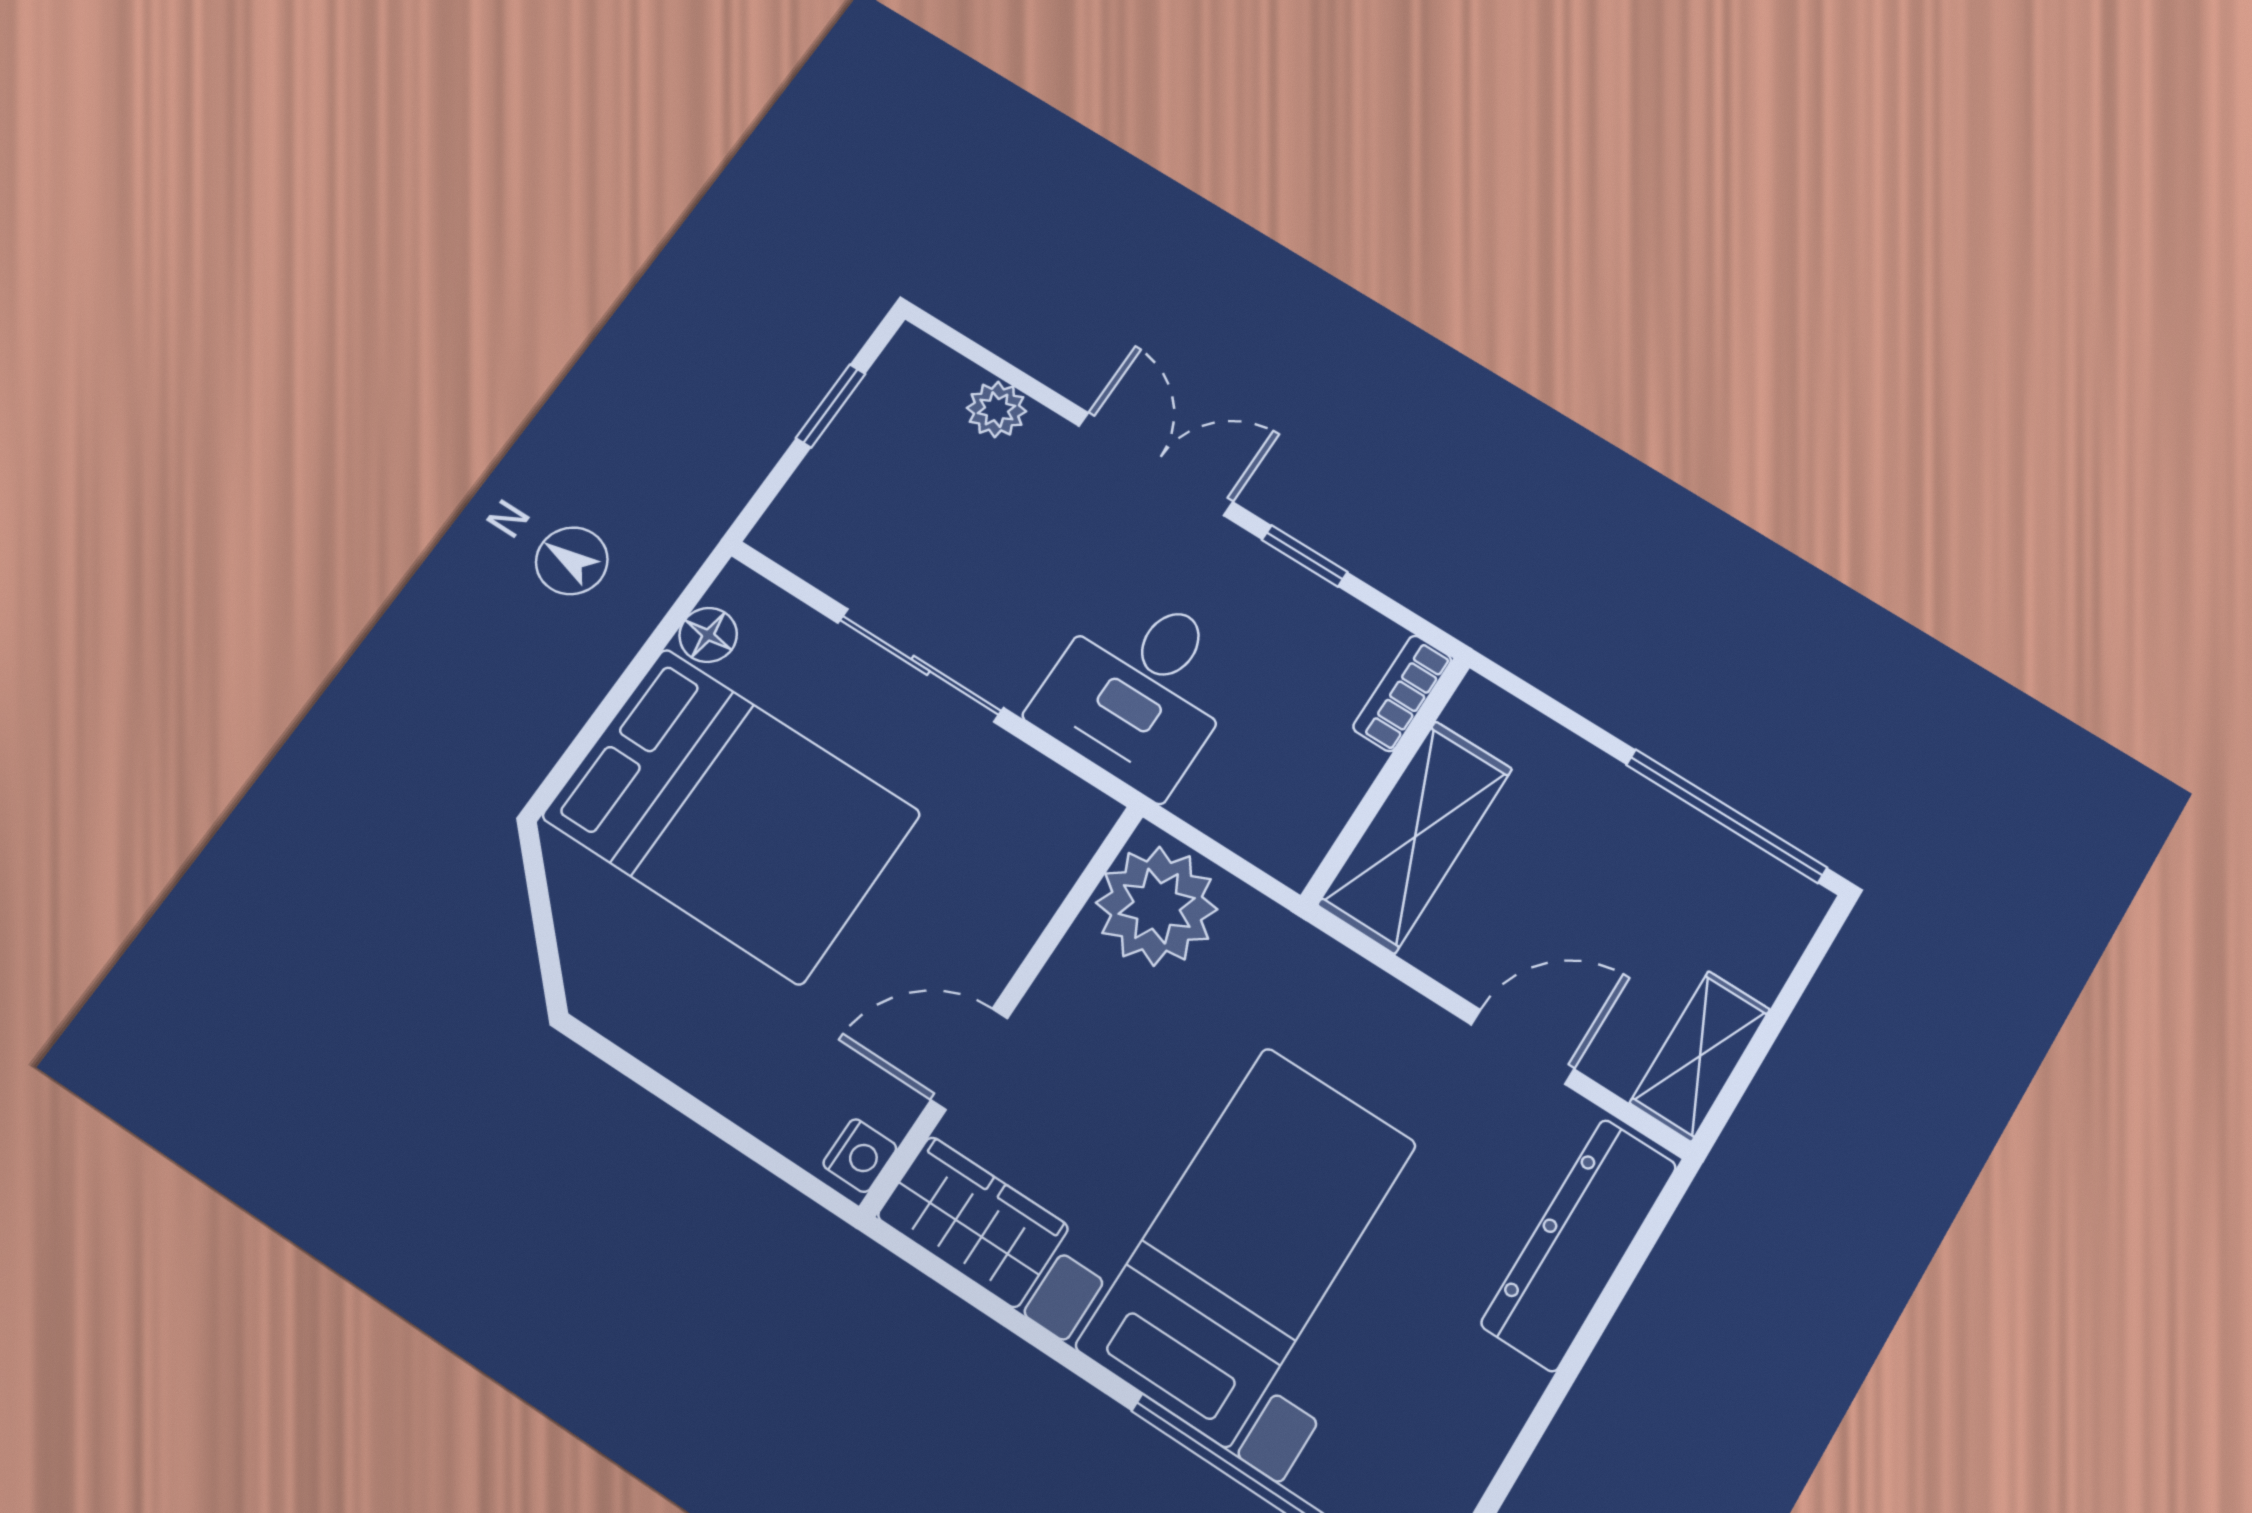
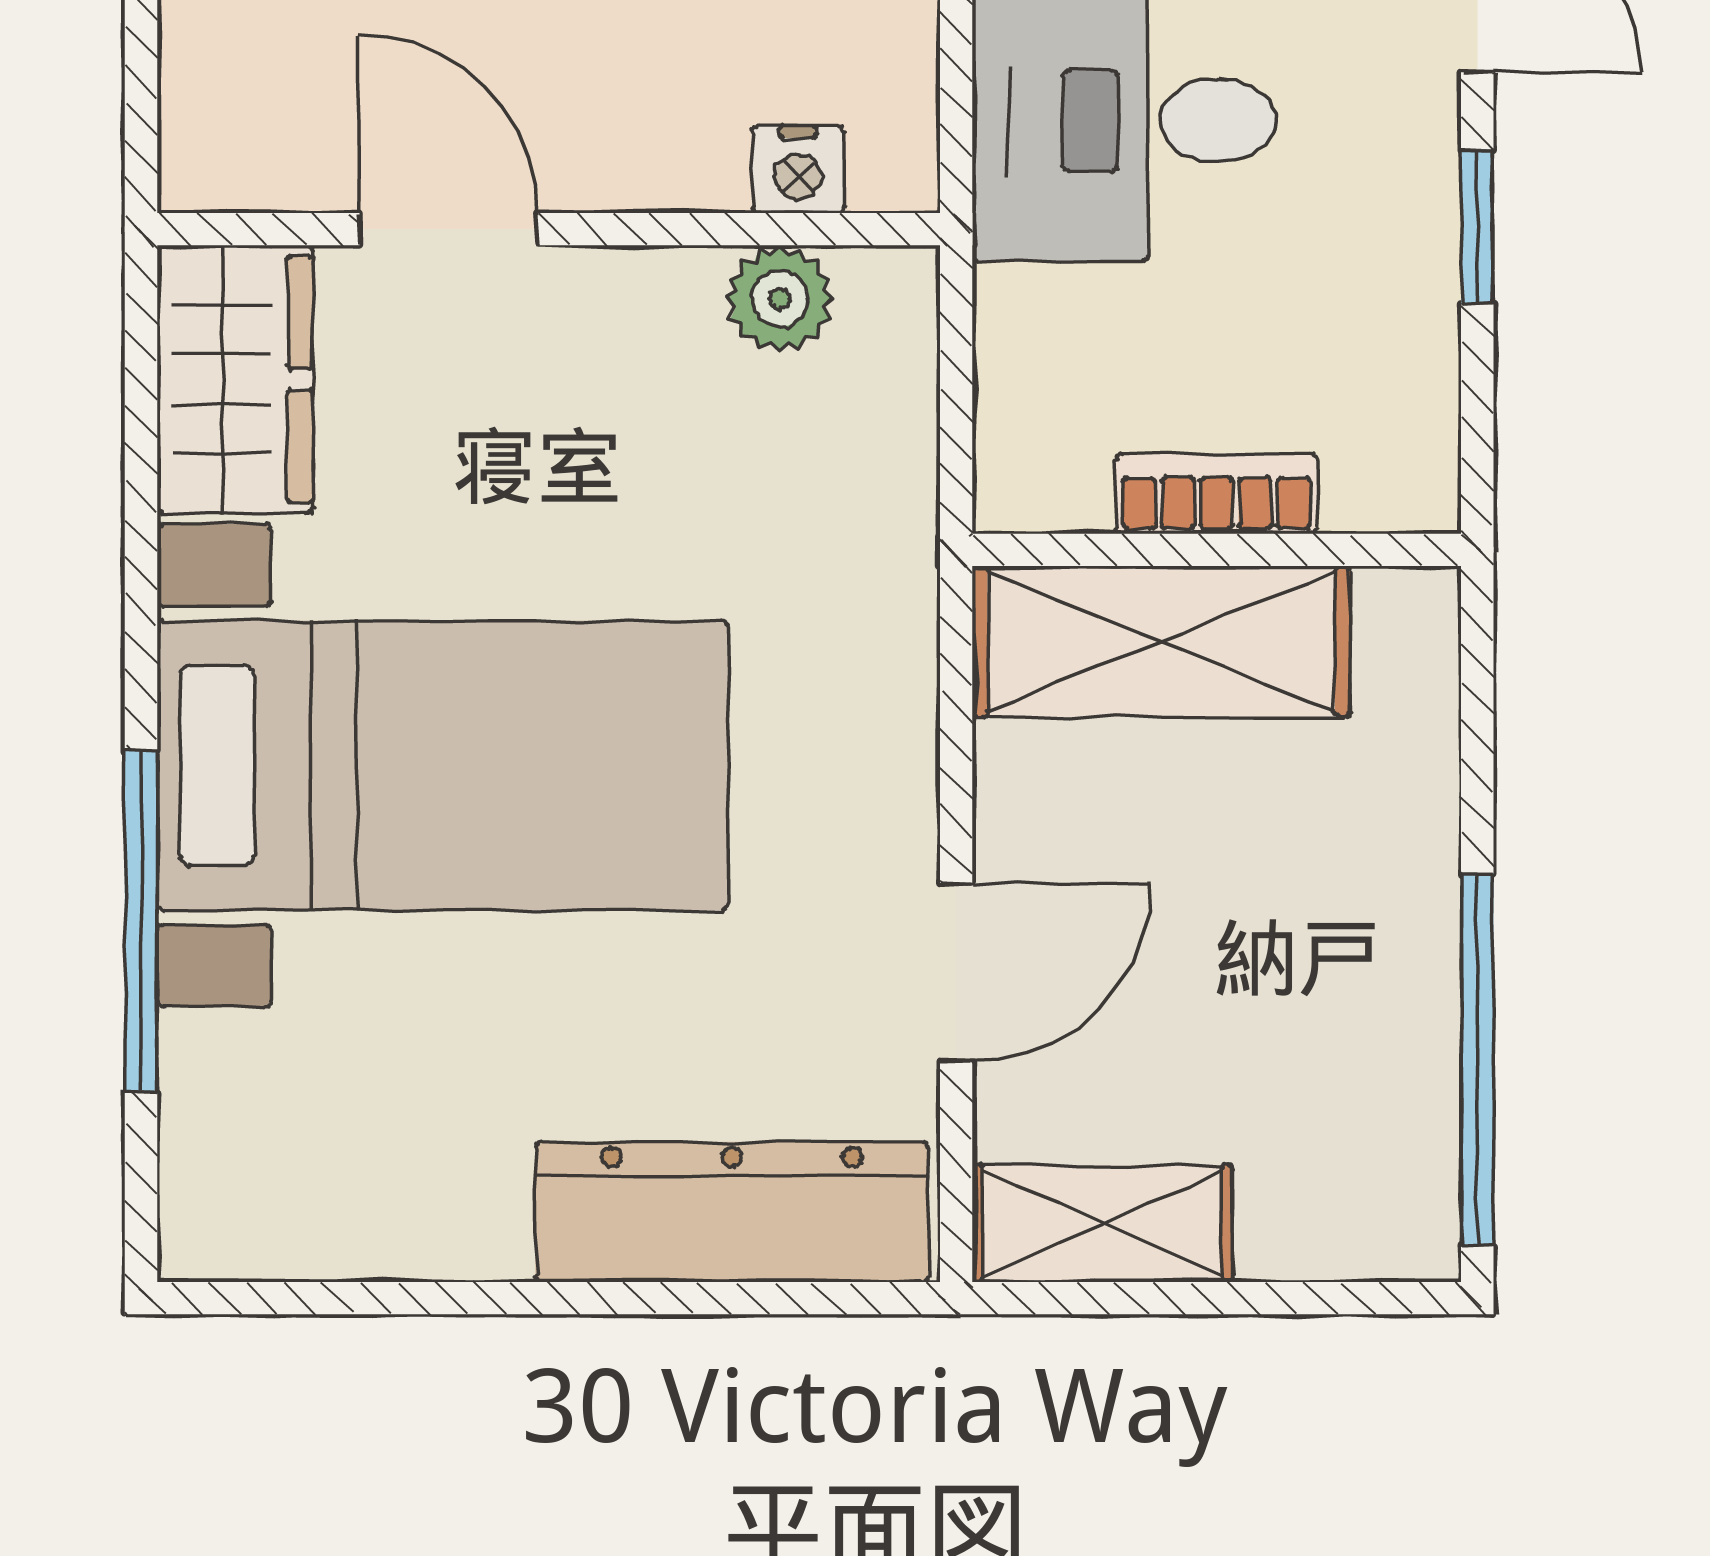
bookcase: (1402, 693) -> (1217, 494), moved
plant: (1157, 906) -> (780, 299), width x0.53, depth x0.53
door: (1523, 1047) -> (956, 972), hinge flipped
nightstand: (860, 1156) -> (798, 169), moved

